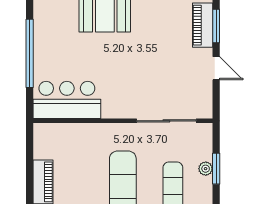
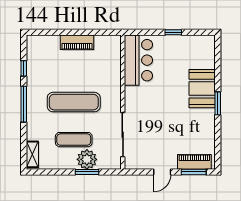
window: (30, 53) -> (173, 32), width x0.32
plant: (206, 169) -> (87, 159), width x1.88, depth x1.88

